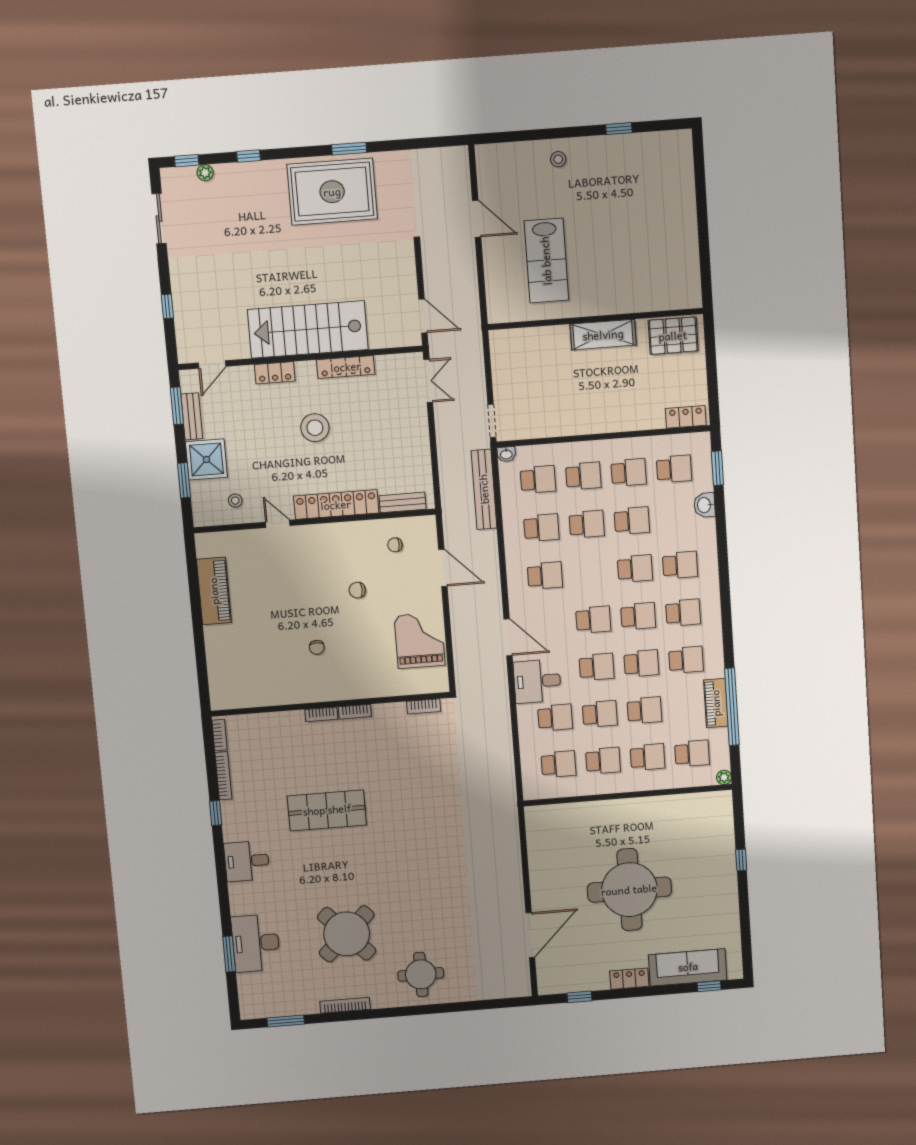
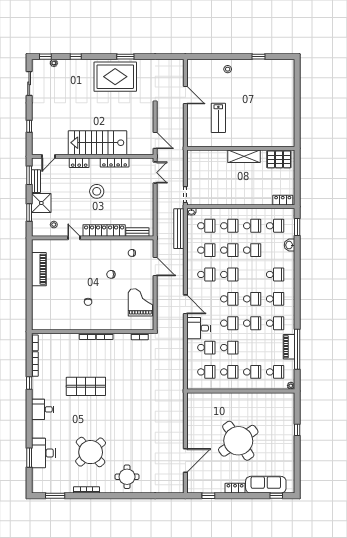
lab bench: (546, 261) -> (218, 118), width x0.73, depth x0.72
school desk: (635, 569) -> (229, 274), moved
school desk: (644, 710) -> (252, 348), removed
round table: (629, 890) -> (238, 441), turned -35

